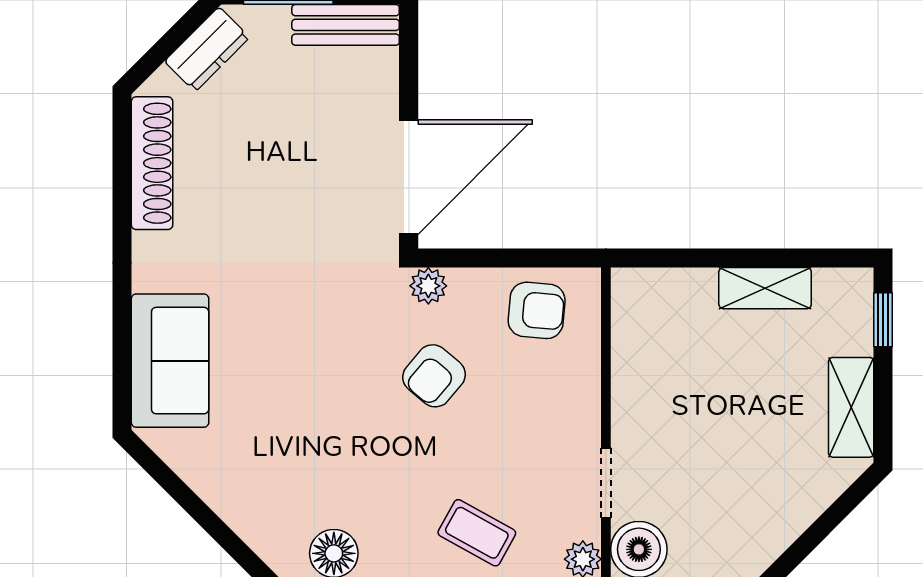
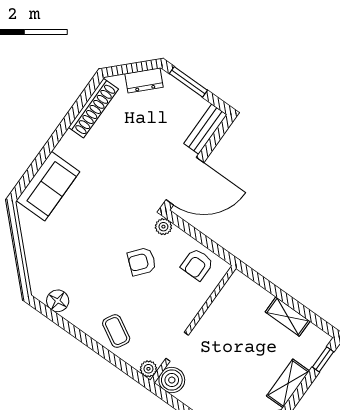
bench: (346, 25) -> (205, 129), moved, turned 90
armchair: (537, 310) -> (197, 264), turned 85

